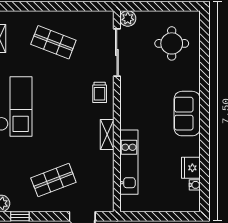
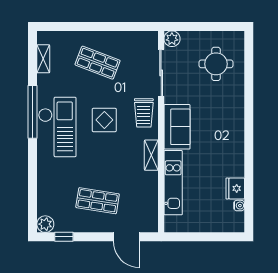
trolley: (100, 92) -> (144, 113), width x1.36, depth x1.39
display table: (60, 99) -> (104, 120), added
sofa: (187, 114) -> (177, 127), moved, turned 180
shop shelf: (53, 180) -> (98, 201), turned 30

